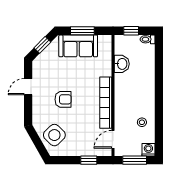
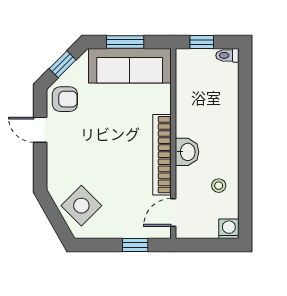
sofa: (78, 46) -> (130, 66), width x1.36
washbasin: (122, 64) -> (187, 152), moved
door: (28, 87) -> (40, 130), hinge flipped
armchair: (63, 99) -> (65, 99), moved
window: (135, 160) -> (207, 245), removed

